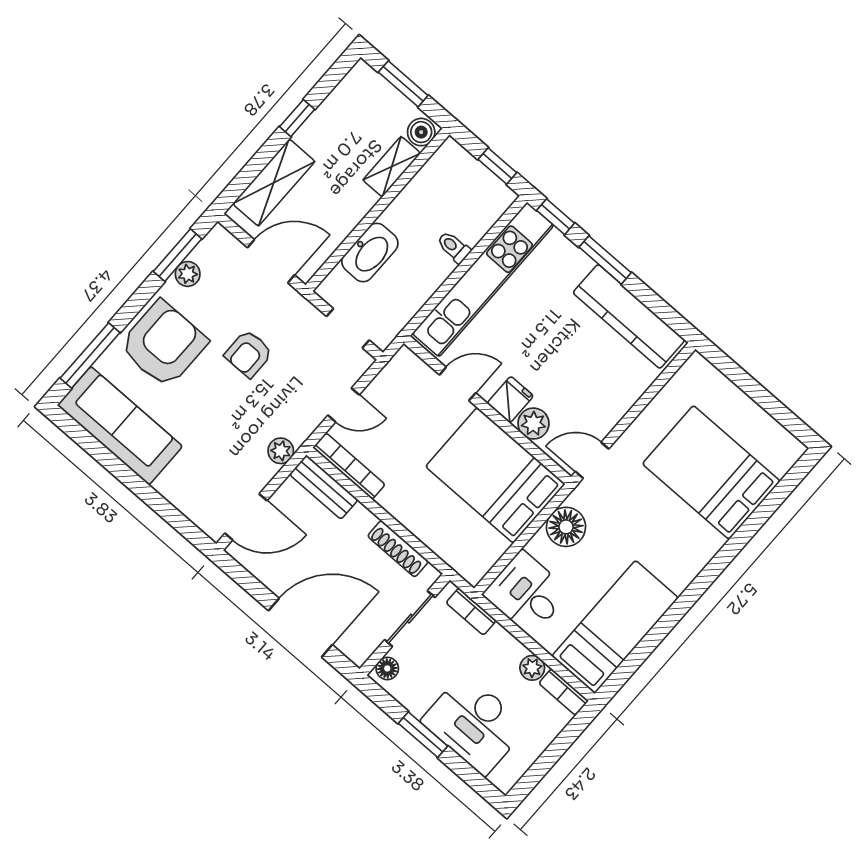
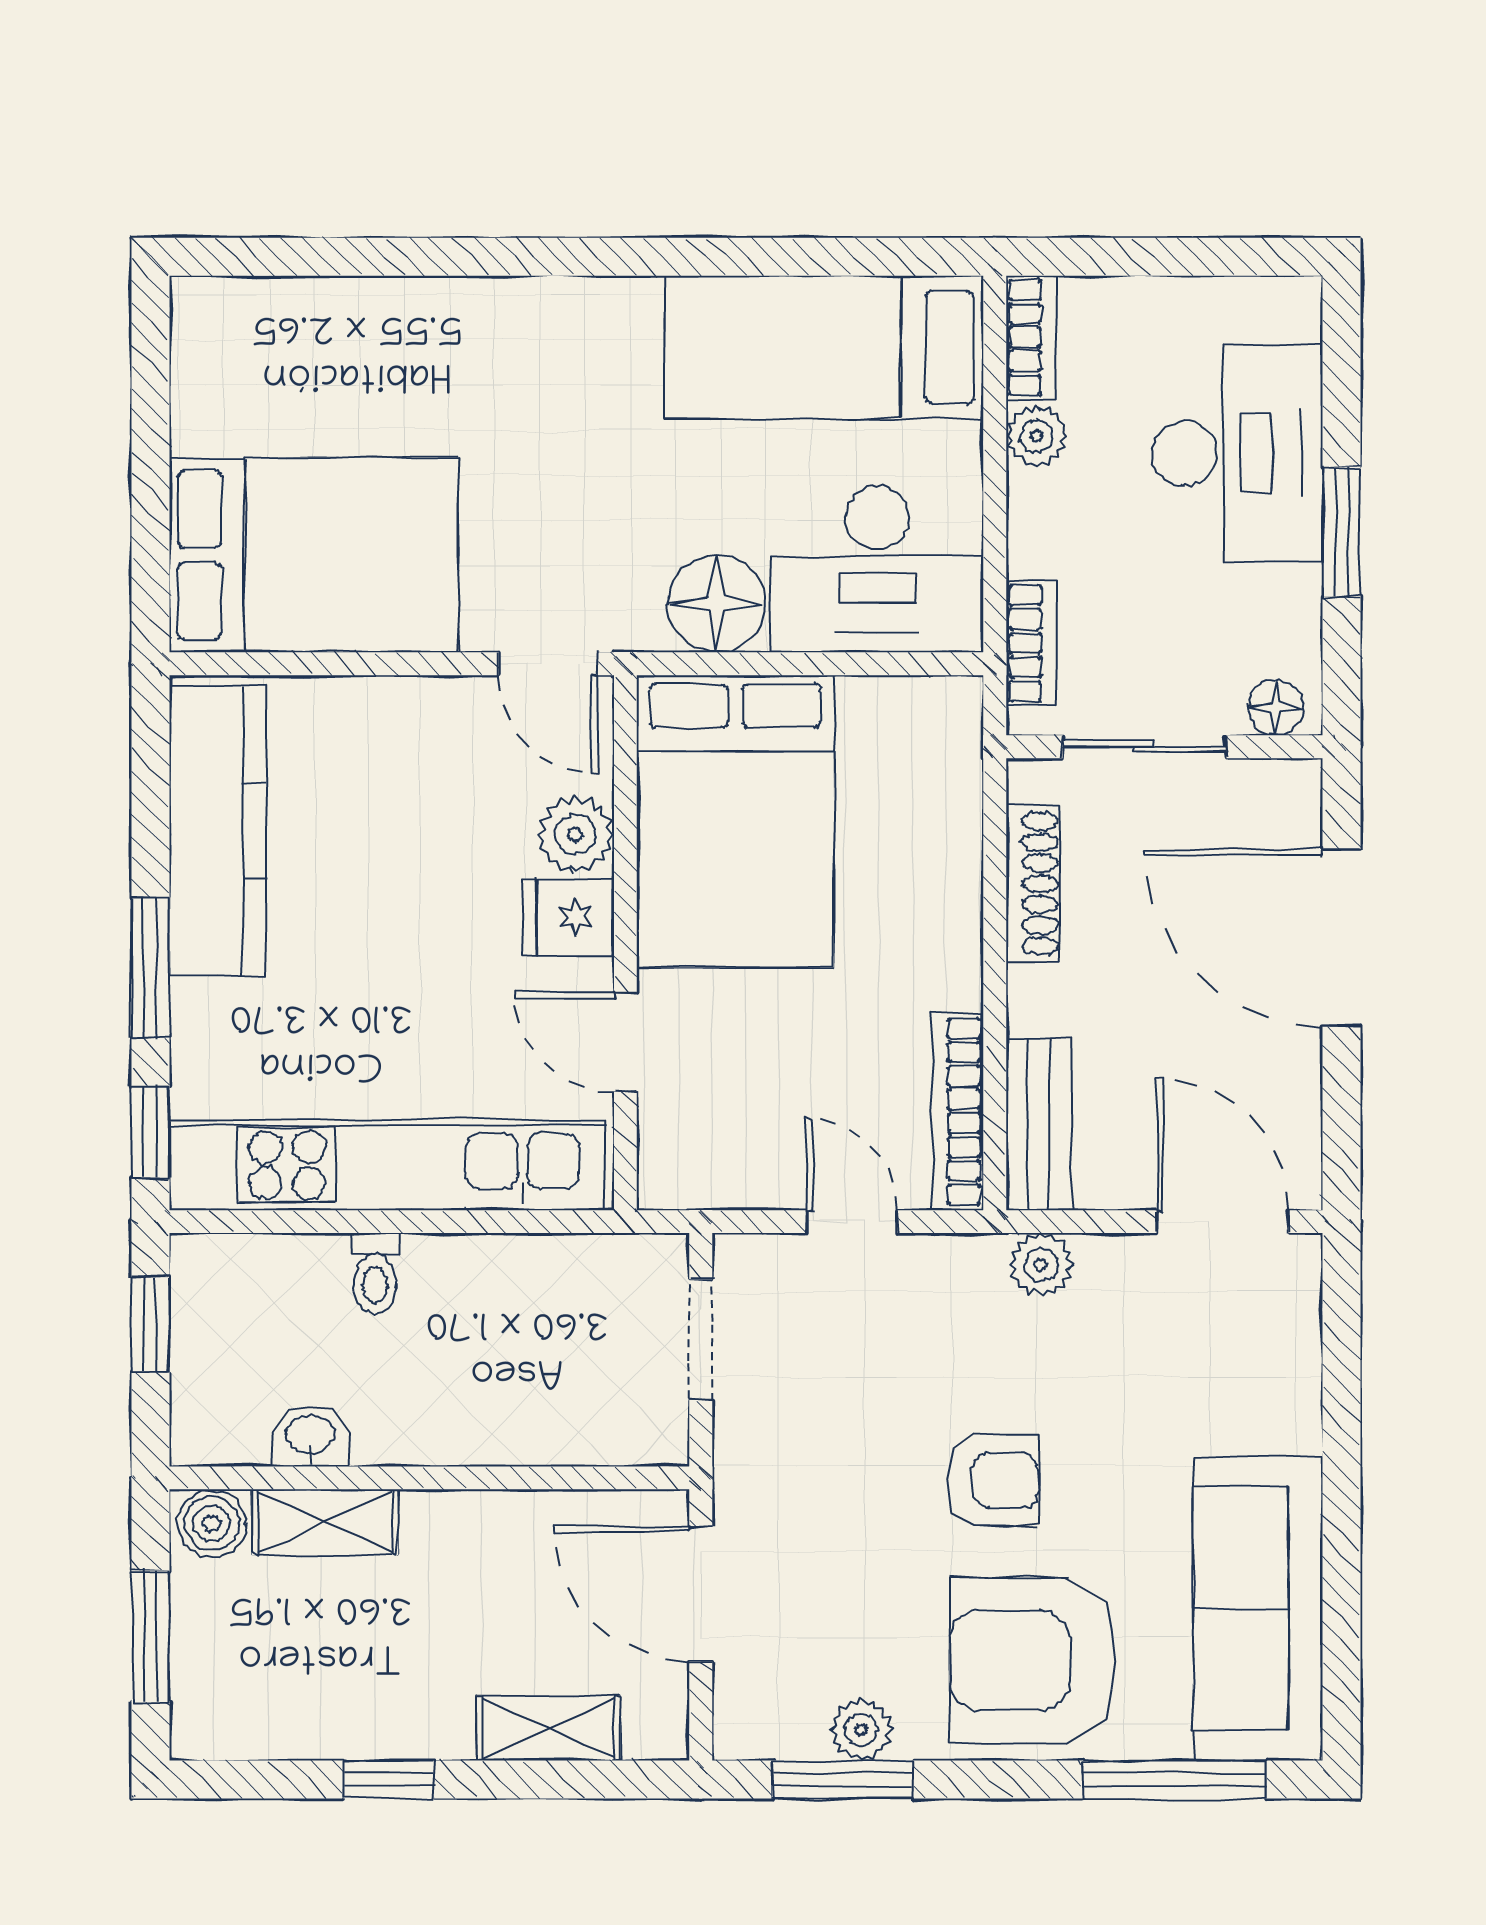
shelving: (274, 183) -> (548, 1728), width x0.67, depth x0.75
washbasin: (370, 252) -> (310, 1436), moved, width x0.52, depth x0.69
armchair: (249, 354) -> (993, 1480), moved
bed: (711, 472) -> (314, 555), moved, turned -90
desk: (526, 593) -> (877, 569), width x1.37

